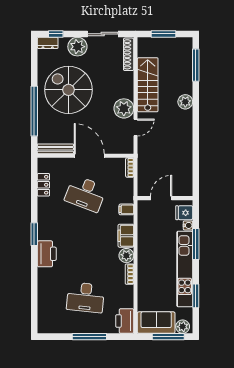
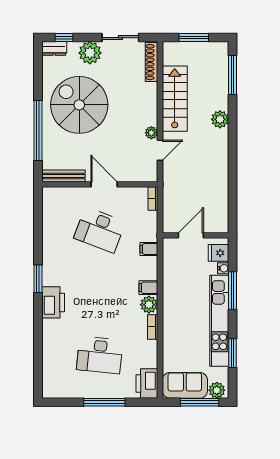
plant: (124, 108) -> (151, 133), width x0.53, depth x0.53
door: (89, 156) -> (104, 184), width x0.73
locker: (43, 185) -> (49, 219), removed
filing cabinet: (126, 236) -> (148, 288), width x0.50

